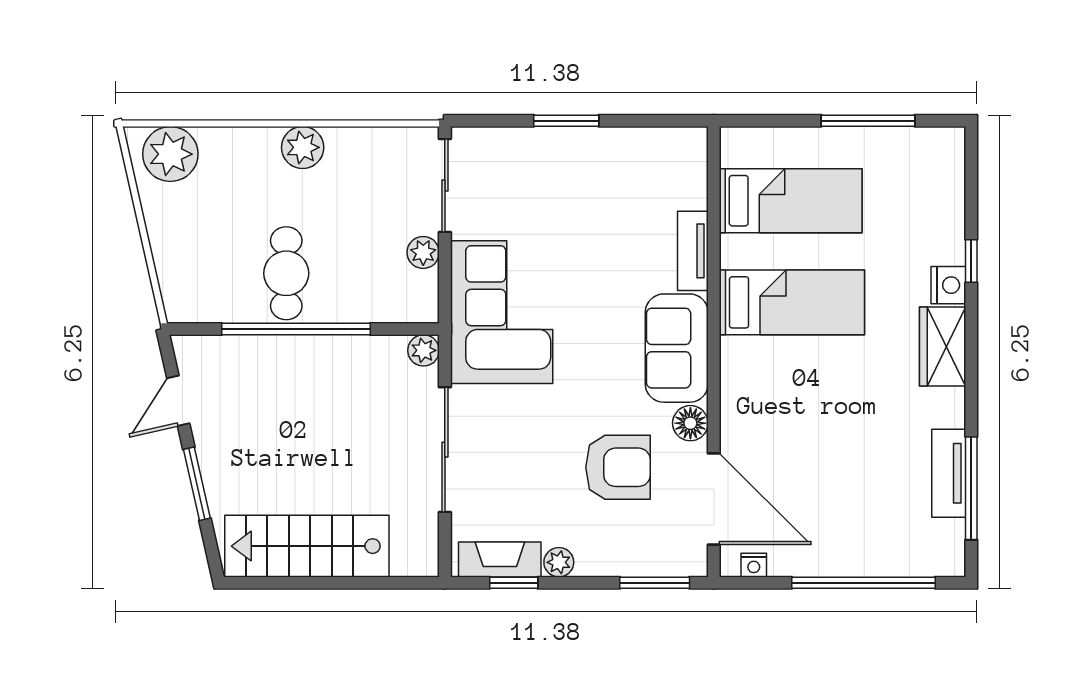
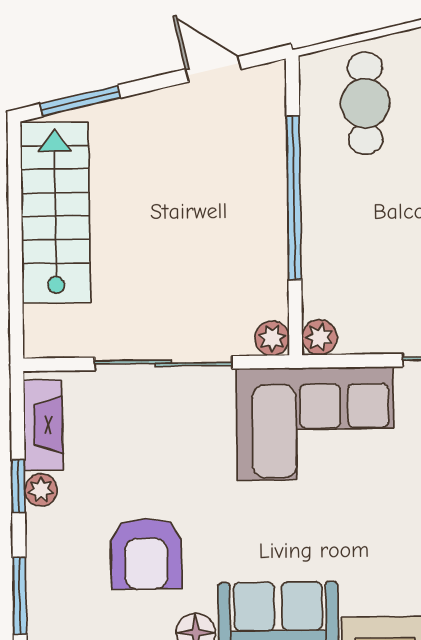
plant: (423, 252) -> (320, 337), moved
cafe table: (286, 273) -> (365, 103), moved, turned 90
window: (197, 484) -> (80, 101), moved
window: (514, 583) -> (18, 486), moved

